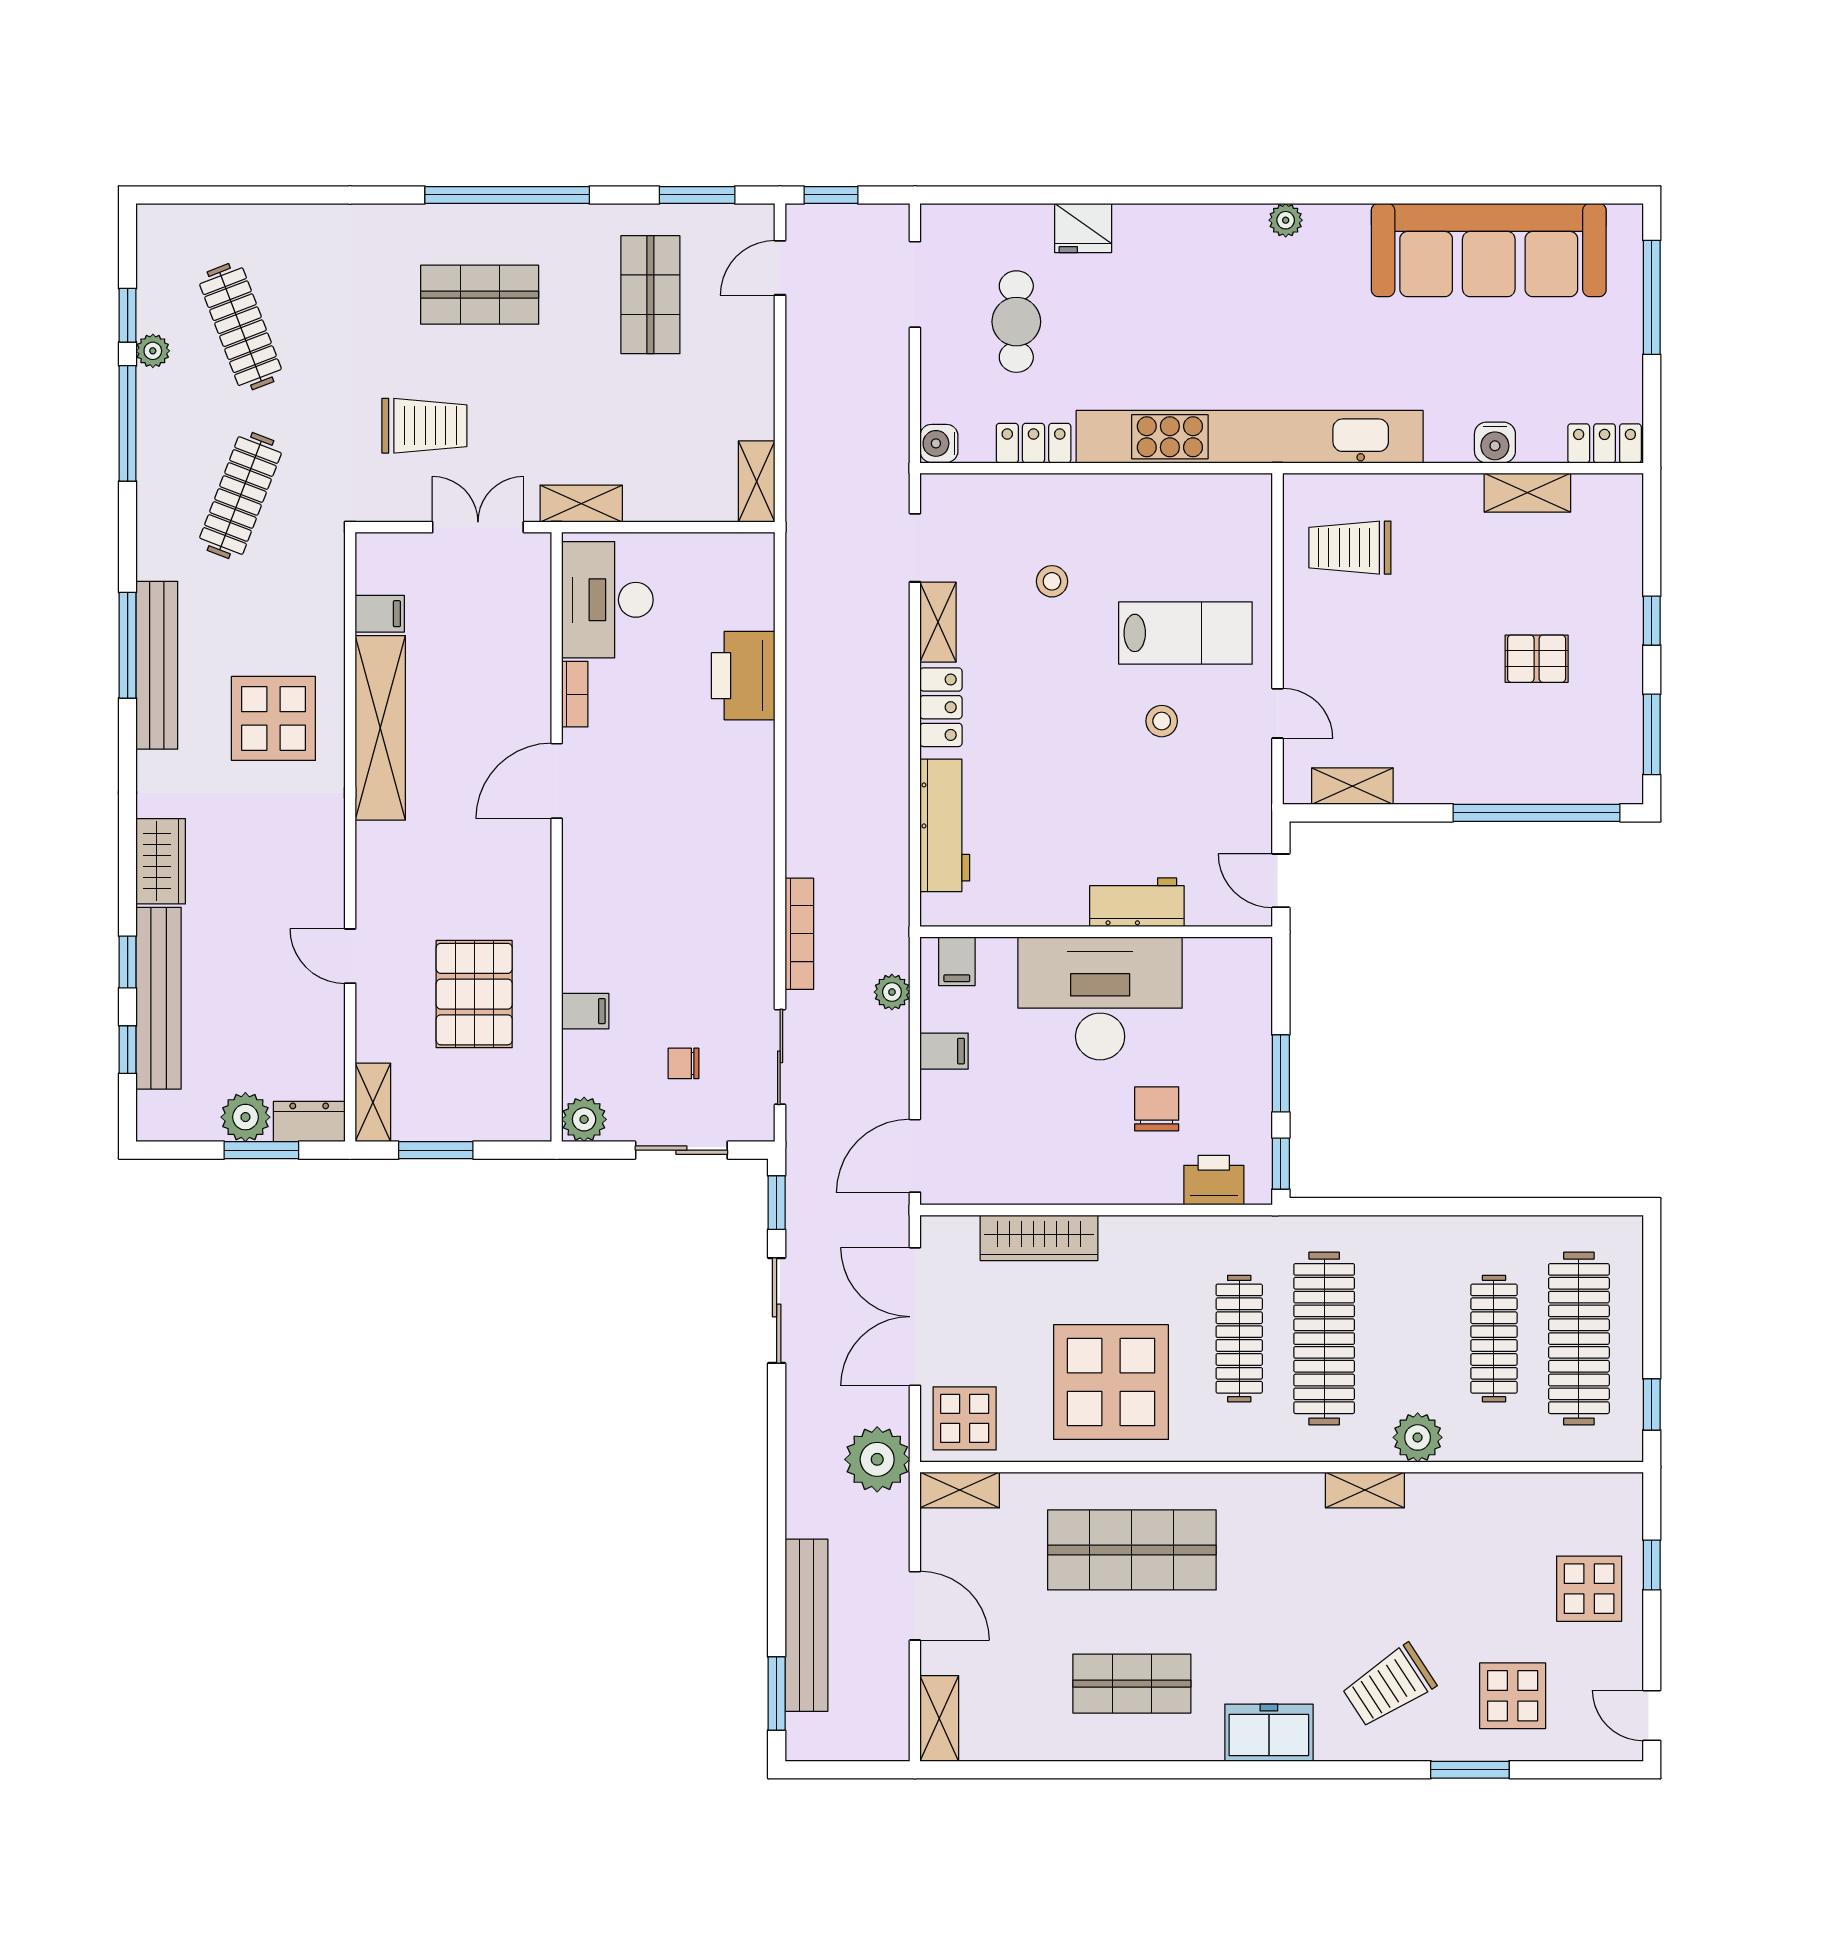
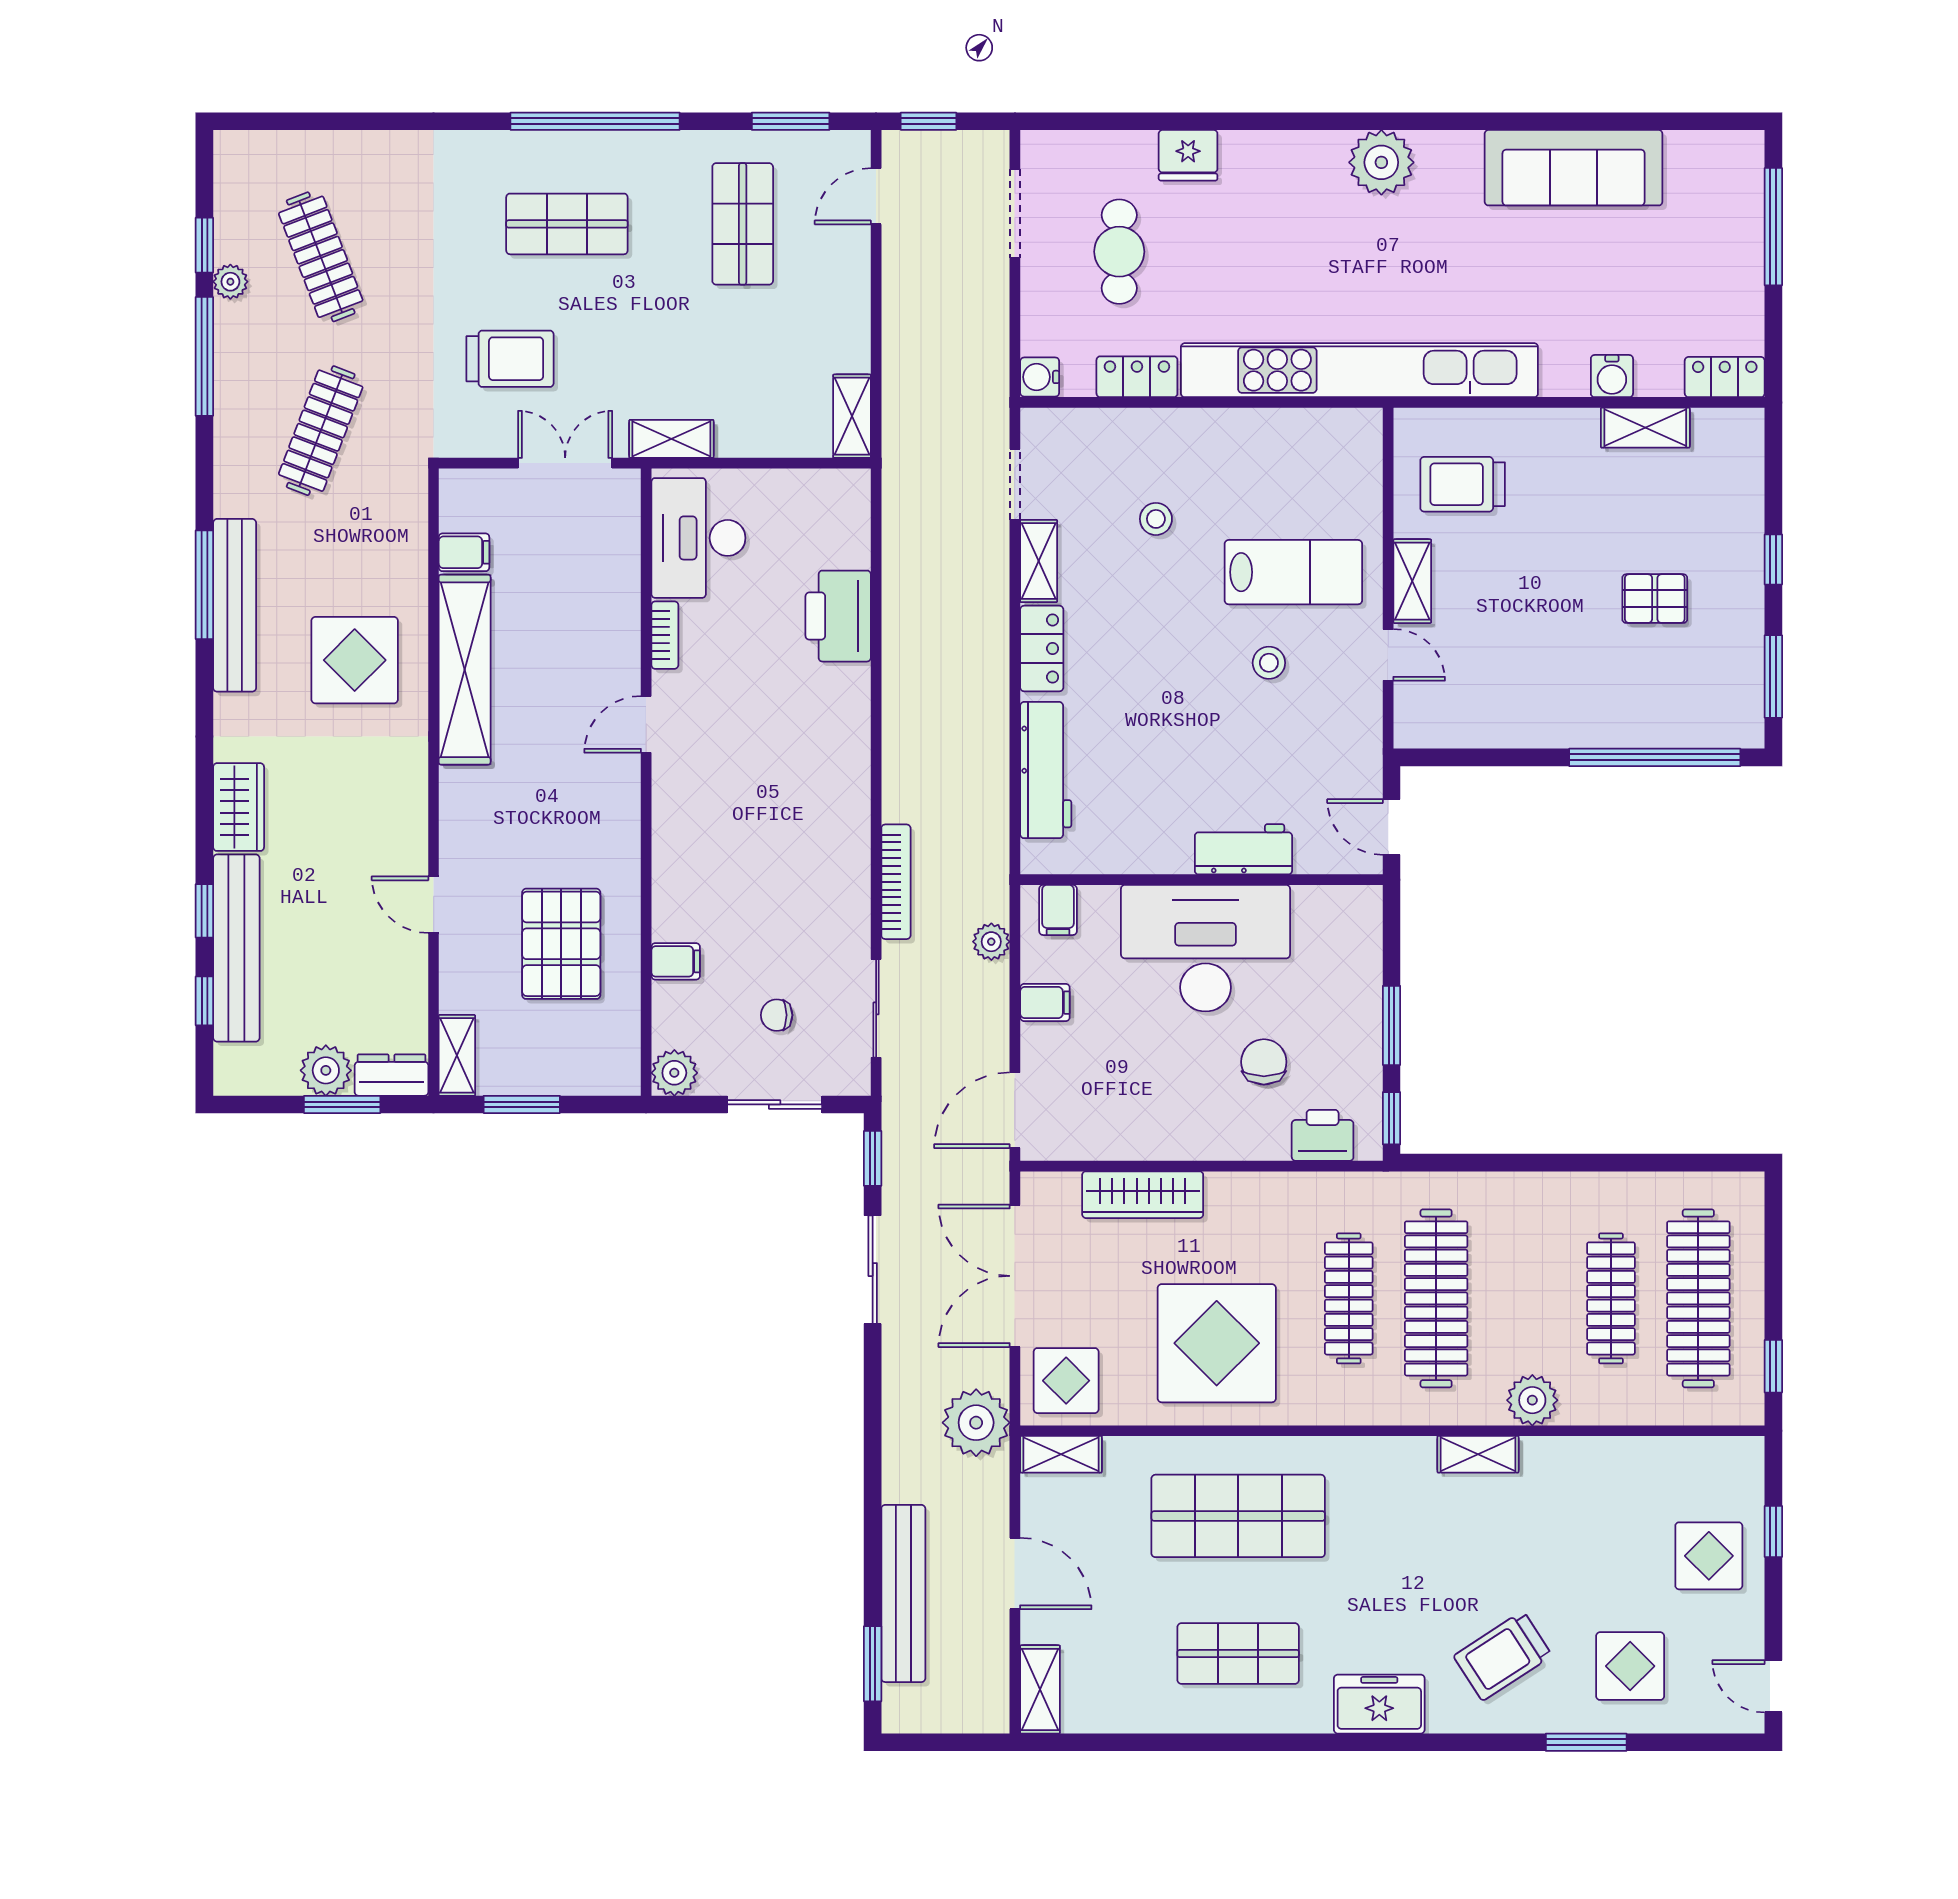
plant: (1286, 220) -> (1381, 162), width x1.88, depth x1.88
sofa: (1489, 250) -> (1574, 168), width x0.74, depth x0.79
door: (557, 781) -> (646, 724), width x0.73
shelving: (1352, 786) -> (1412, 581), moved, turned 90

